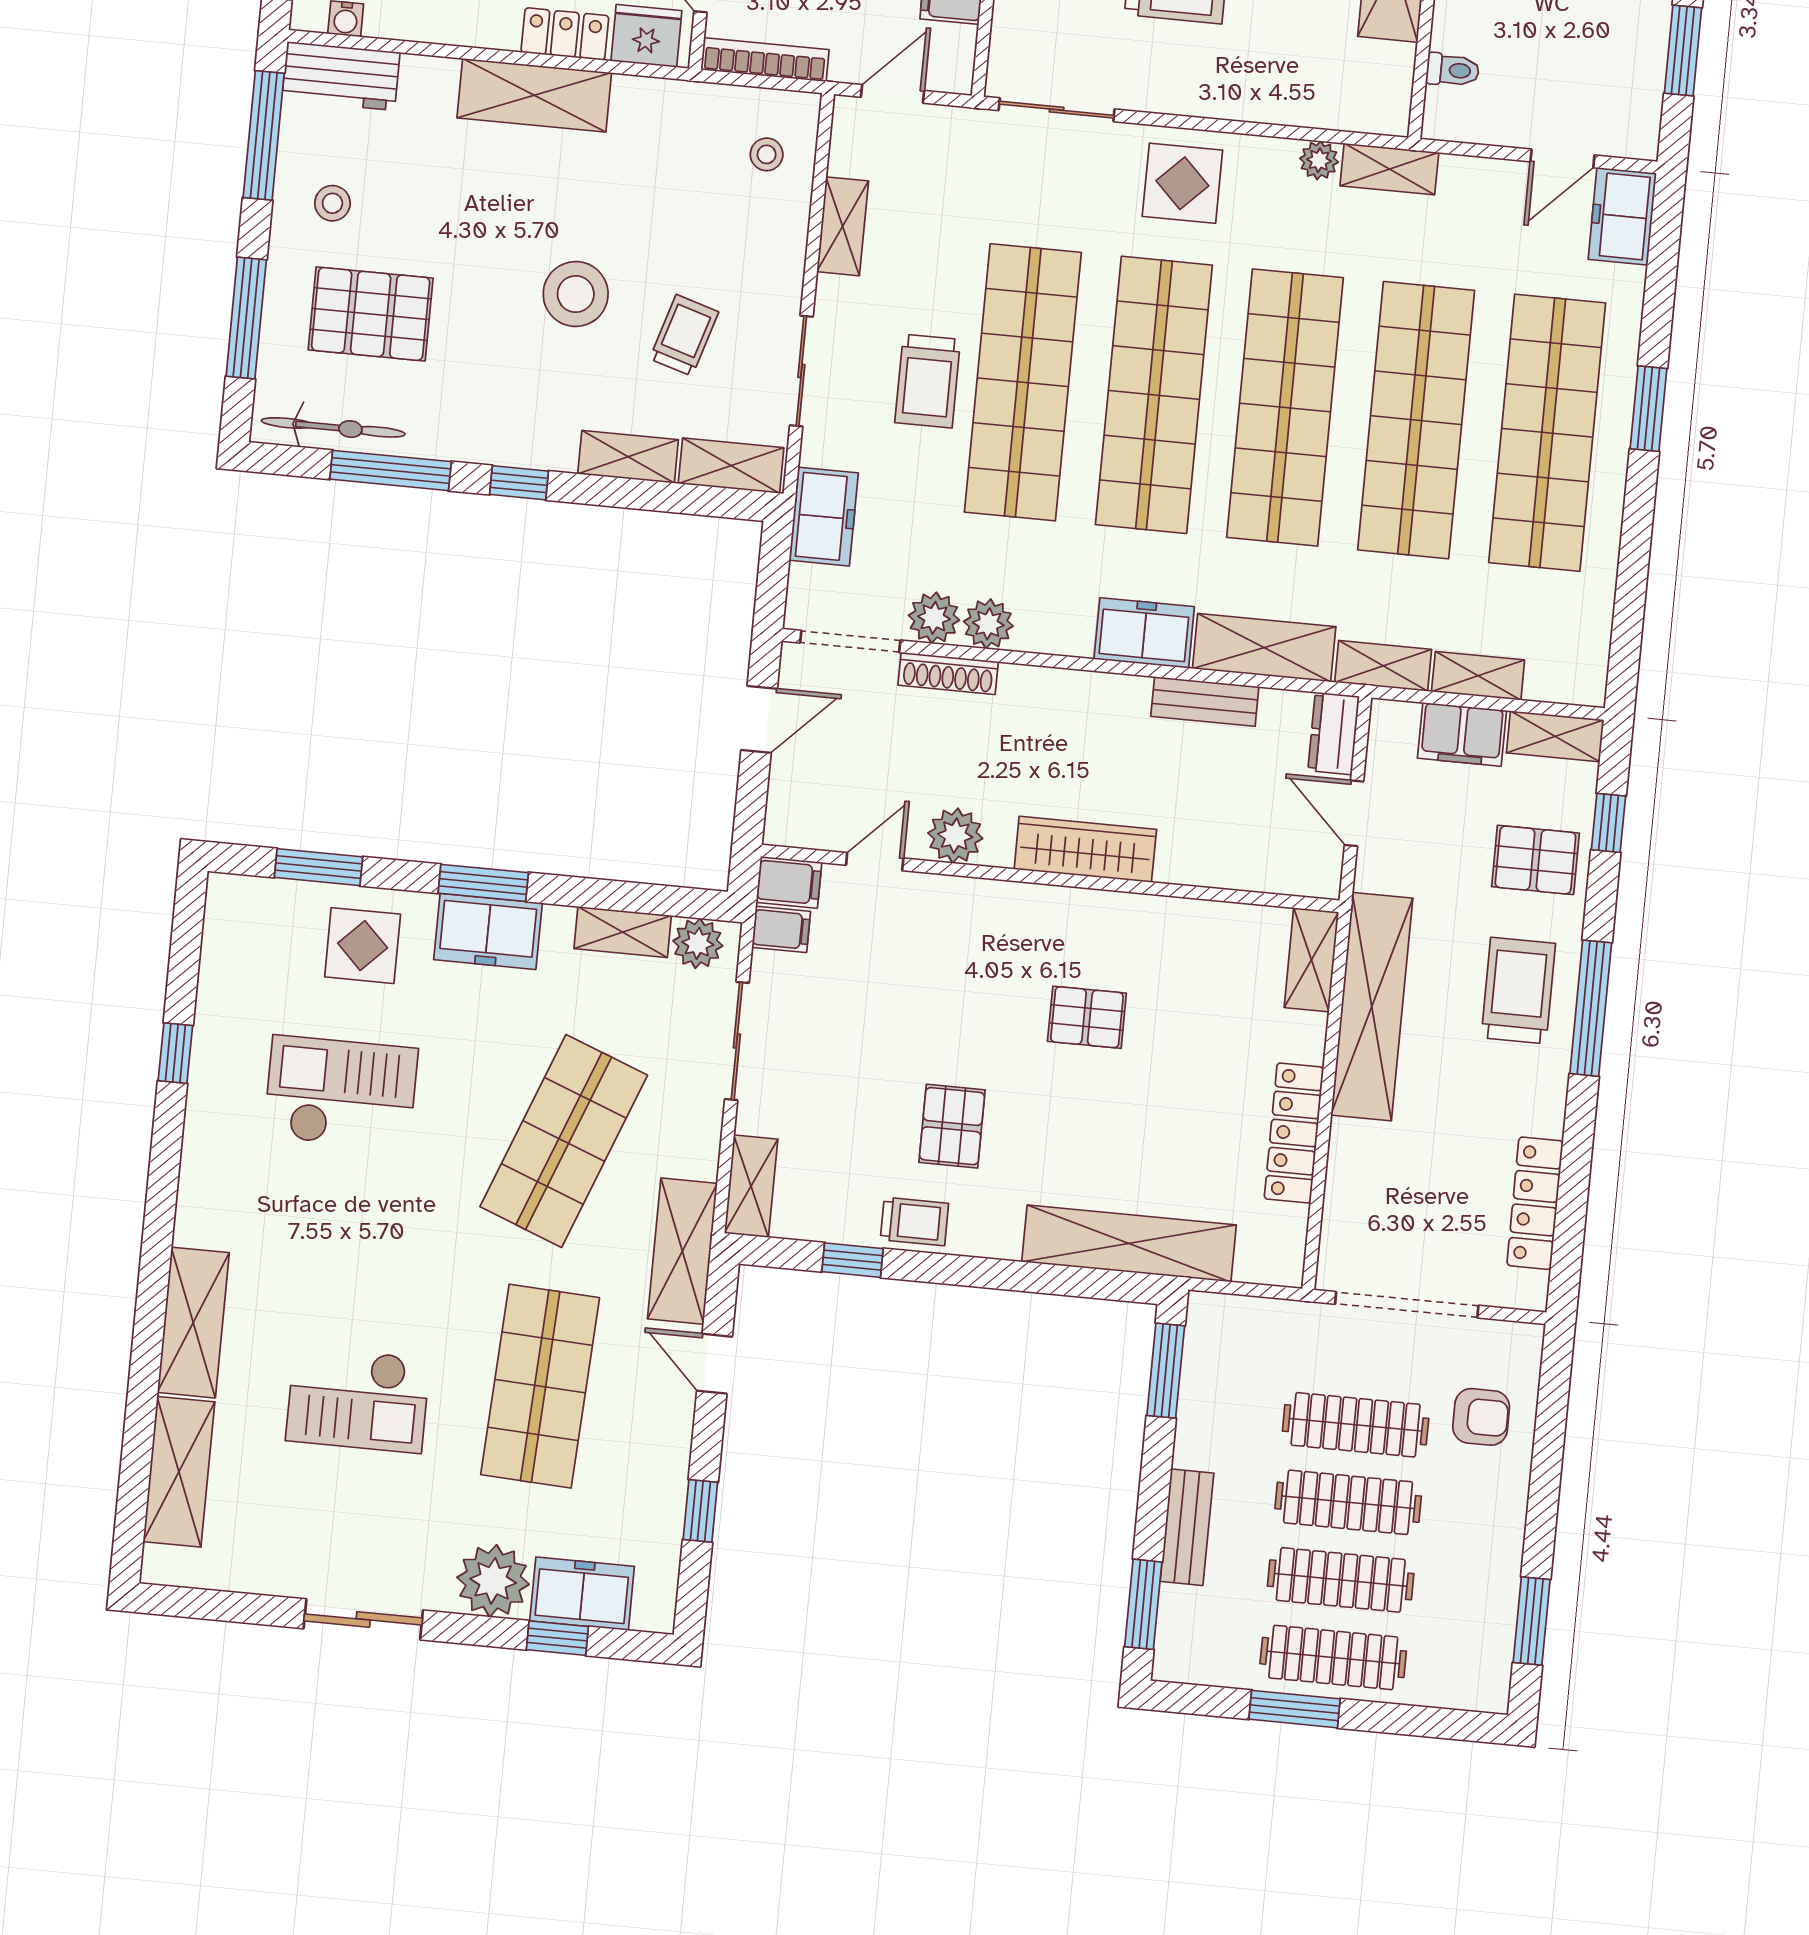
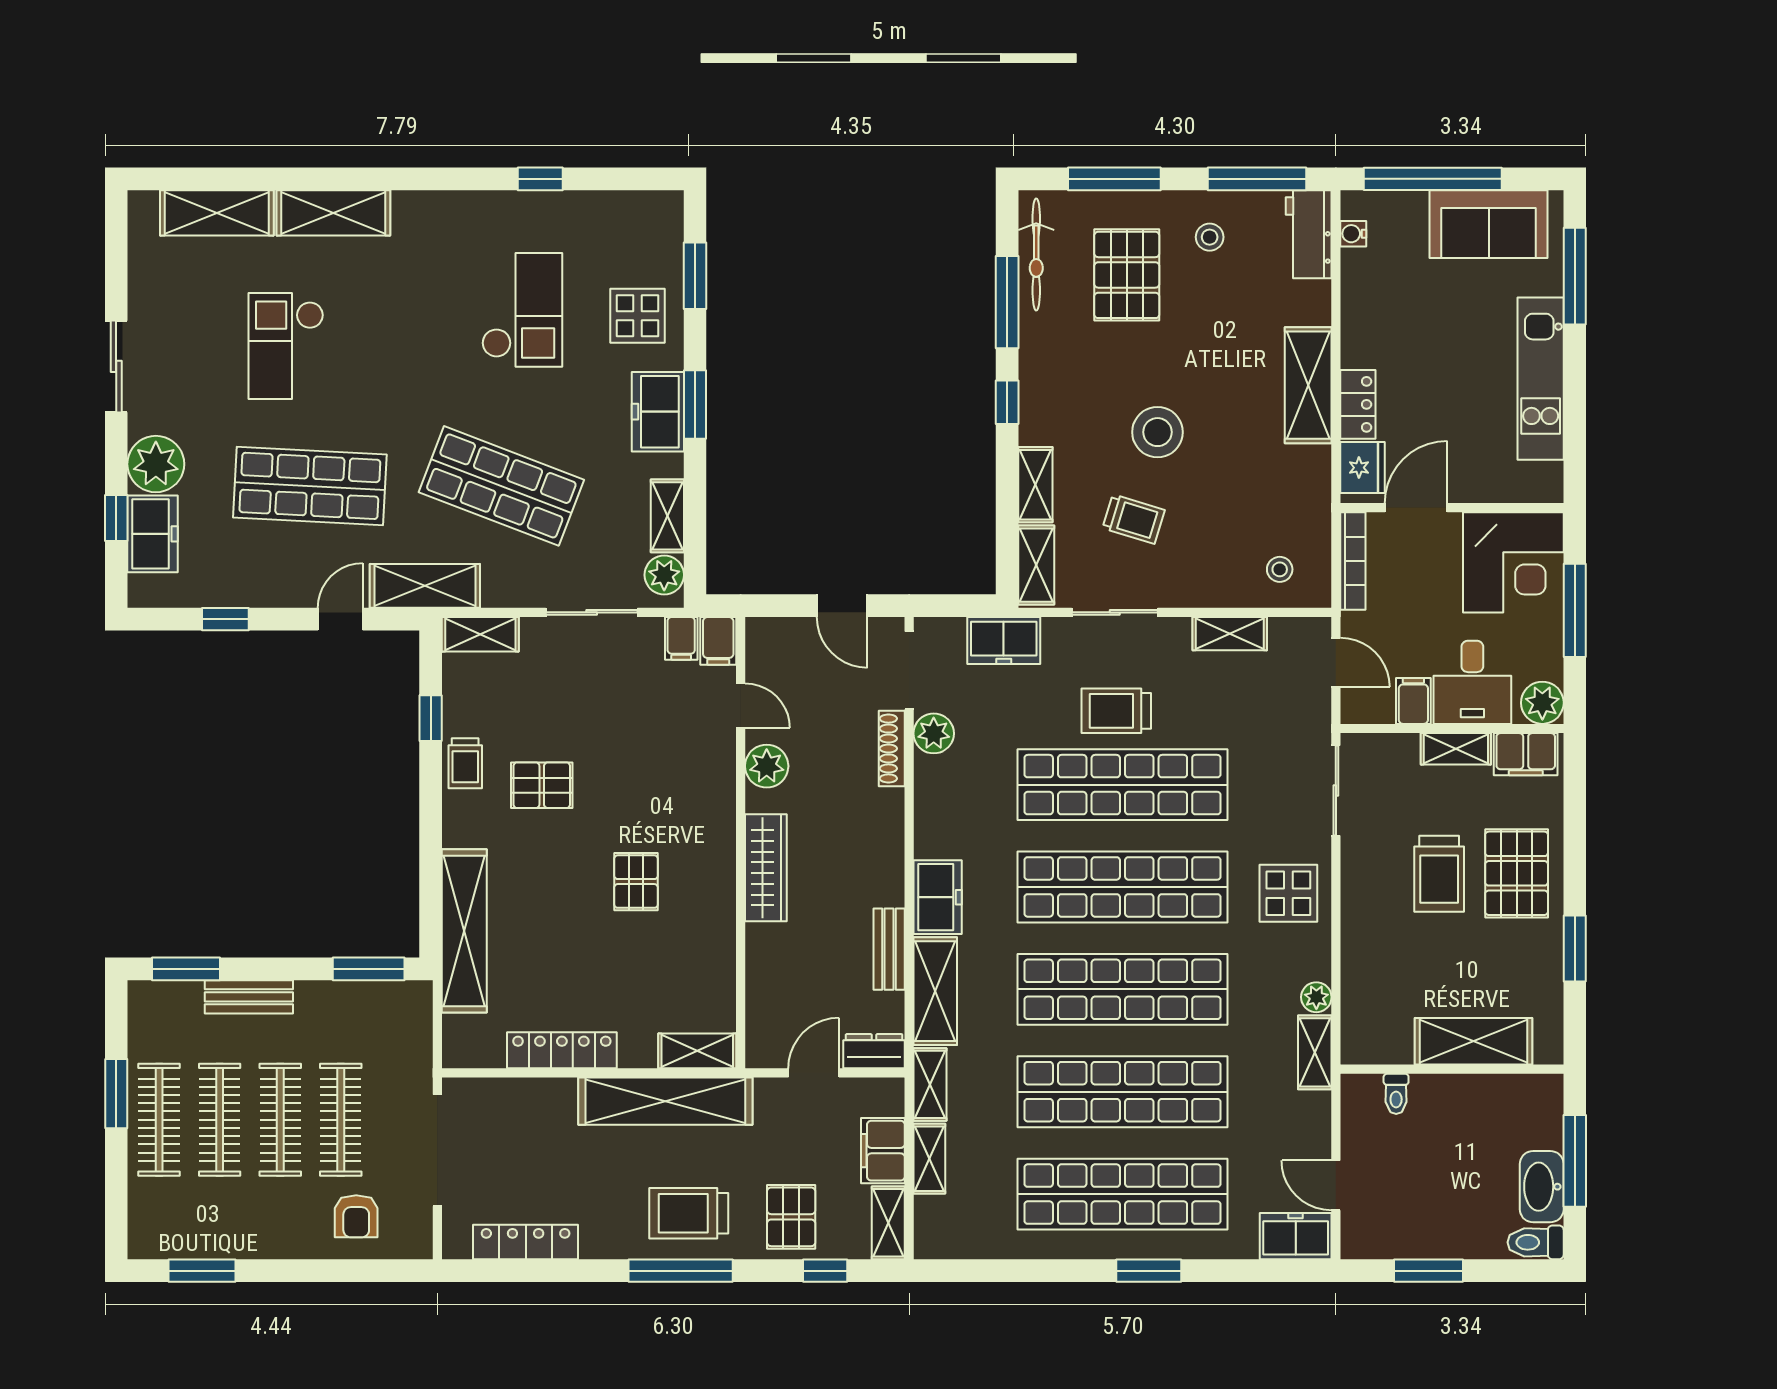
plant: (988, 624) -> (933, 776), removed
trolley: (1518, 991) -> (689, 1213), turned 180

